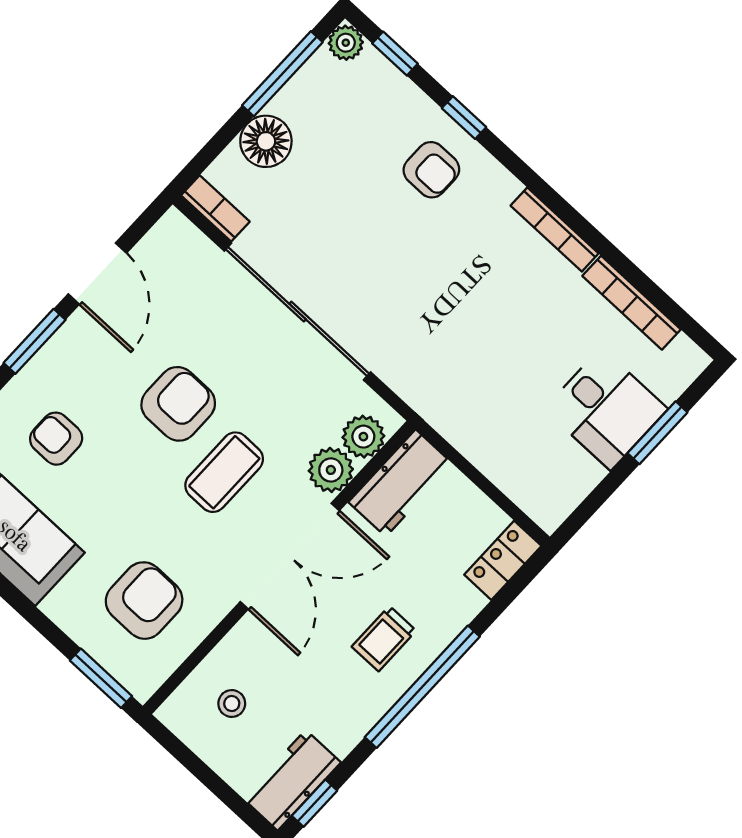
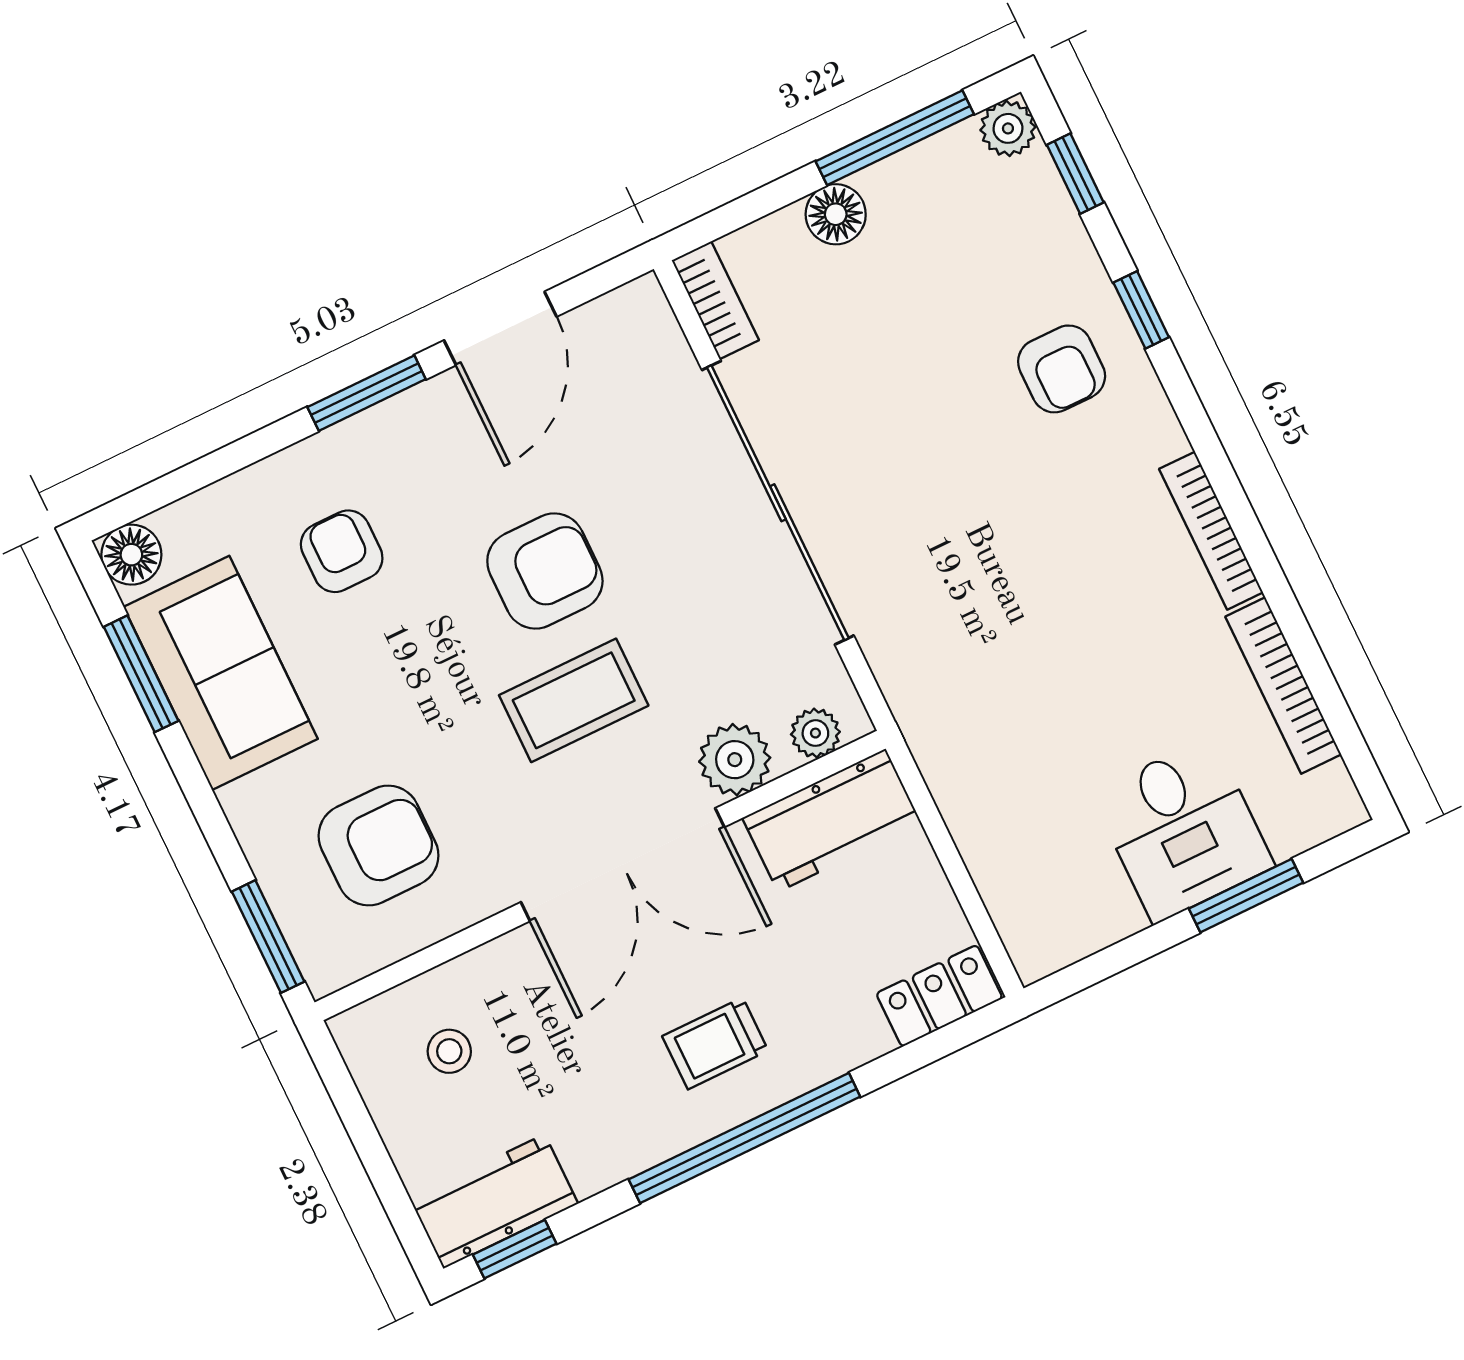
floor lamp: (266, 141) -> (836, 214), width x0.73, depth x0.73
plant: (363, 437) -> (815, 733), width x0.73, depth x0.73

